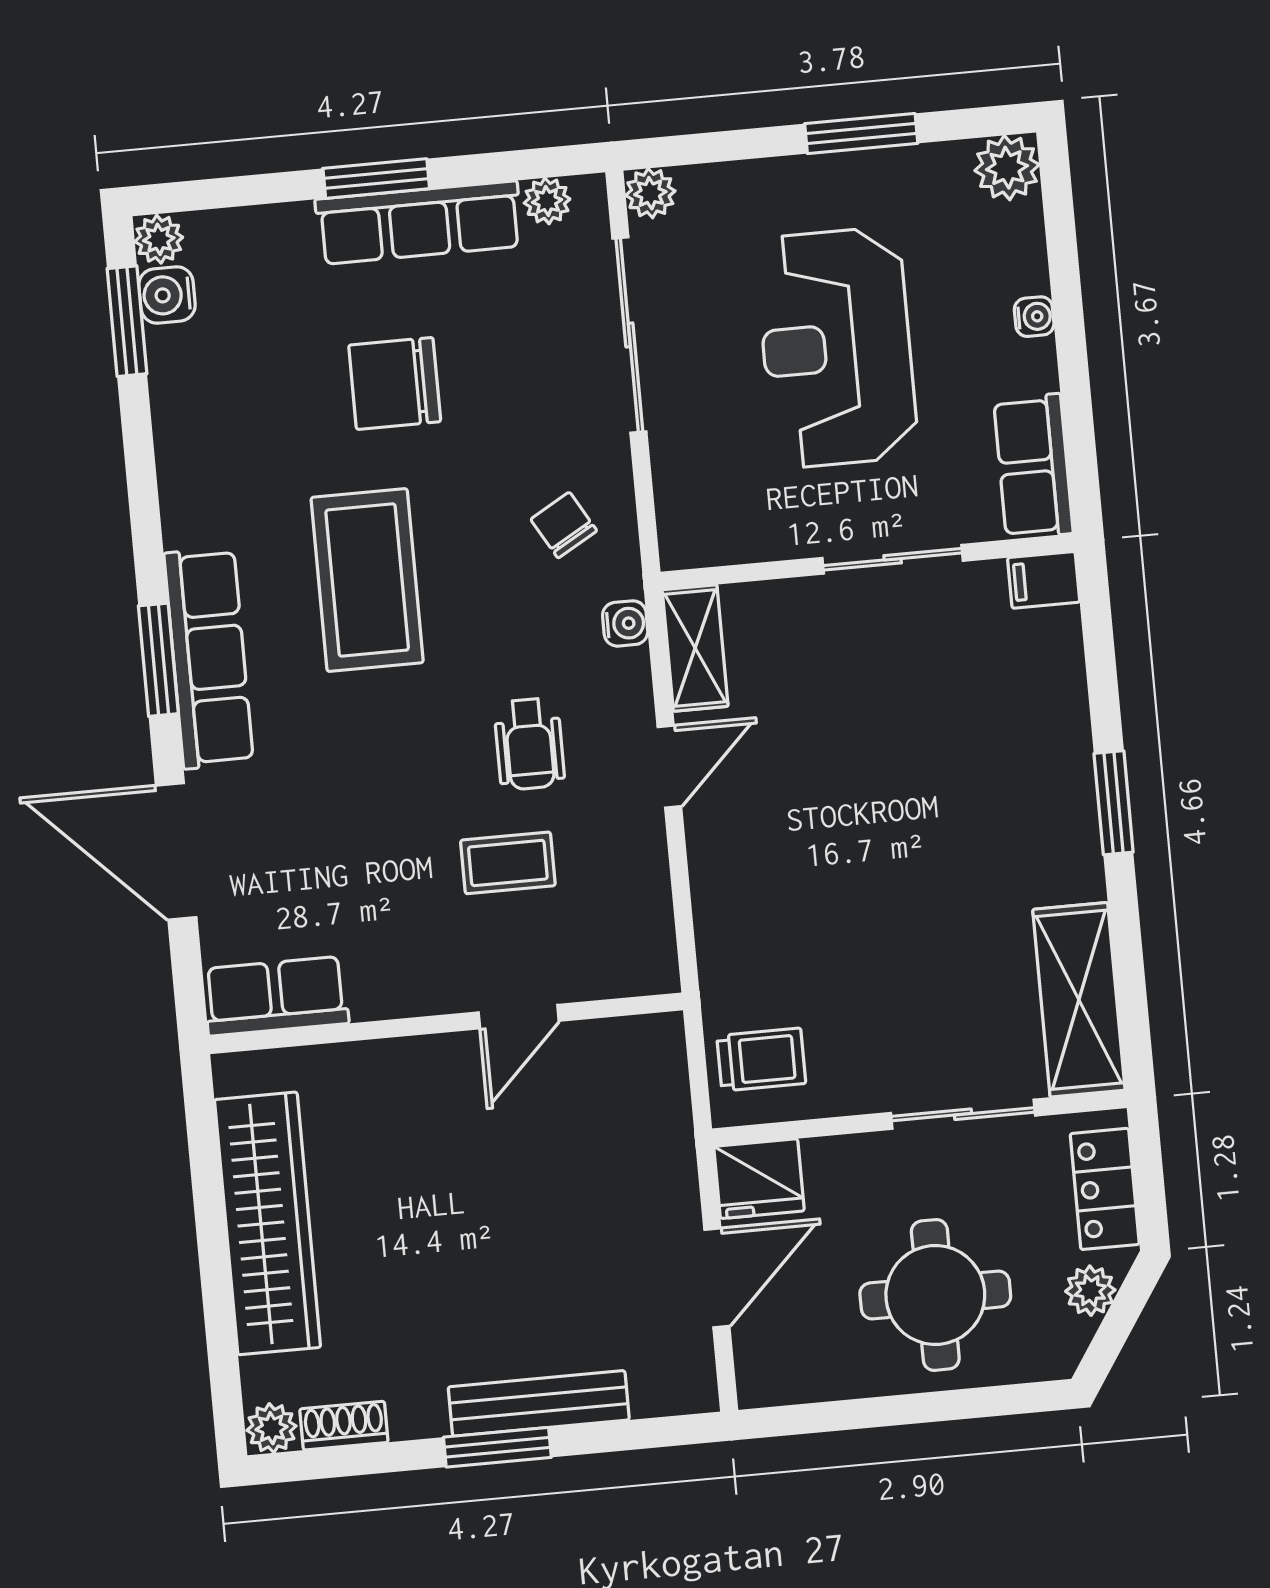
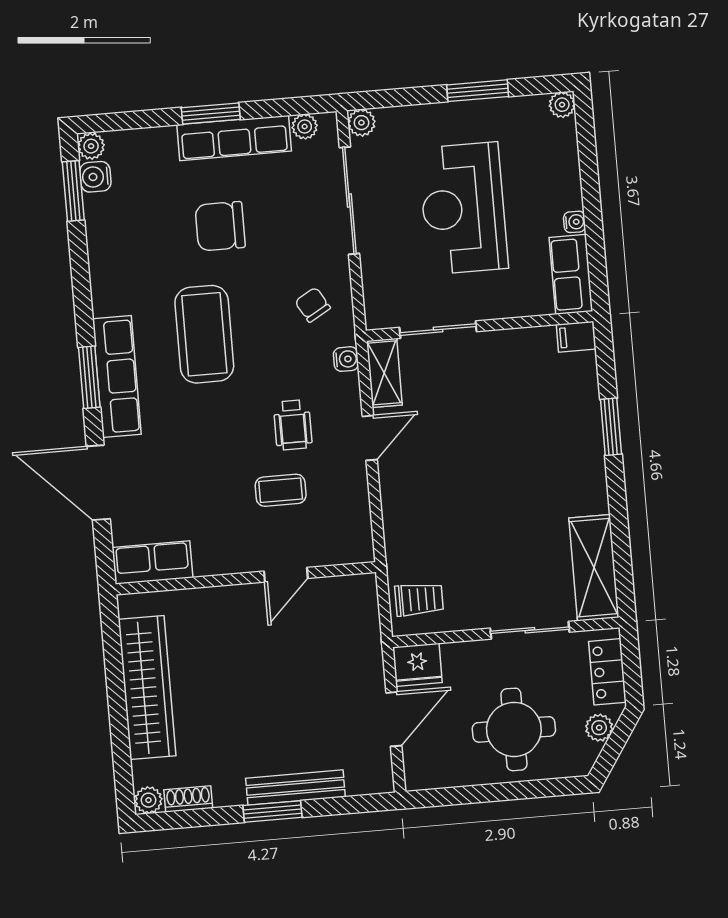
plant: (1007, 168) -> (562, 105), width x0.73, depth x0.73
water cooler: (1034, 317) -> (575, 222), moved
sliding door: (893, 559) -> (438, 330), moved
window: (1114, 803) -> (611, 427), moved

